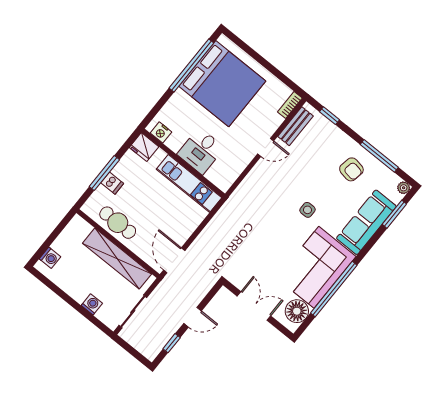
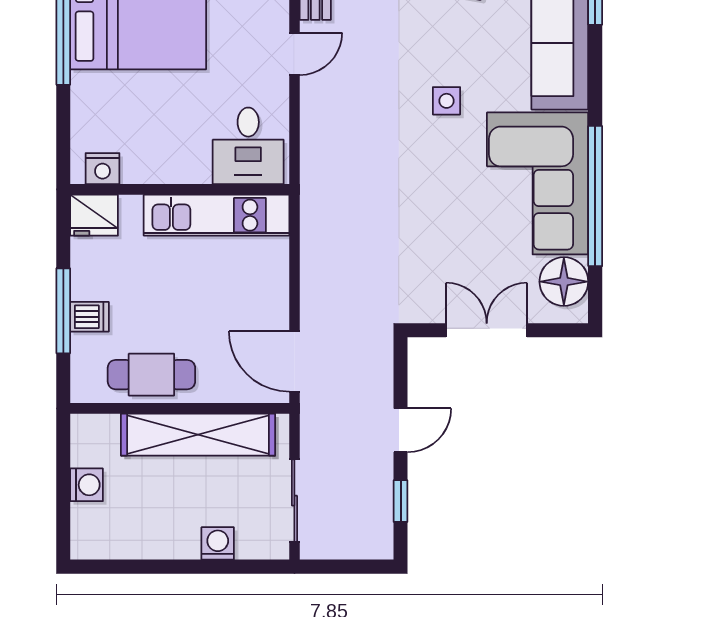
desk: (201, 151) -> (248, 146), moved
washing machine: (50, 258) -> (87, 485), moved

